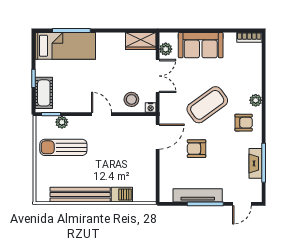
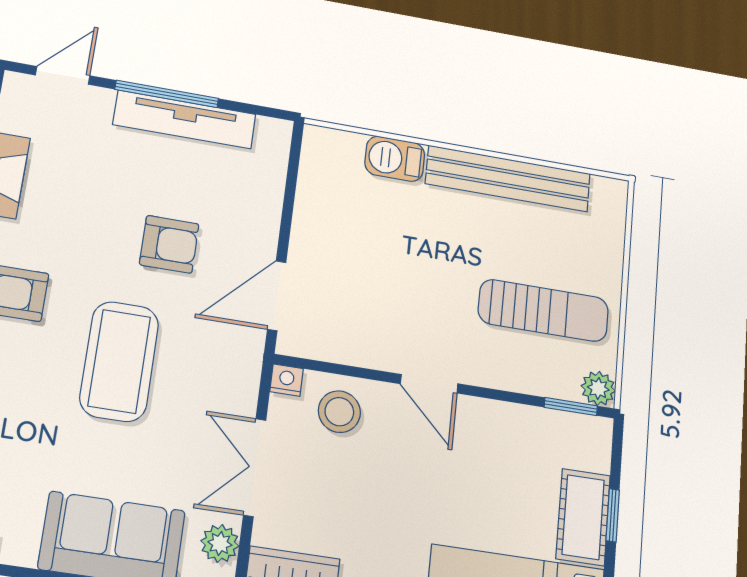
cot: (44, 93) -> (583, 517), moved
coffee table: (207, 105) -> (119, 361), turned -54
plant: (62, 122) -> (598, 388), moved

